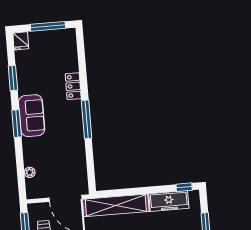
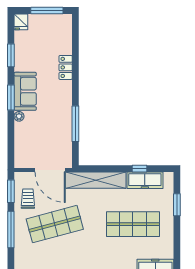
window: (87, 119) -> (75, 124), moved
plant: (30, 172) -> (19, 116), moved
window: (184, 187) -> (139, 169), moved

